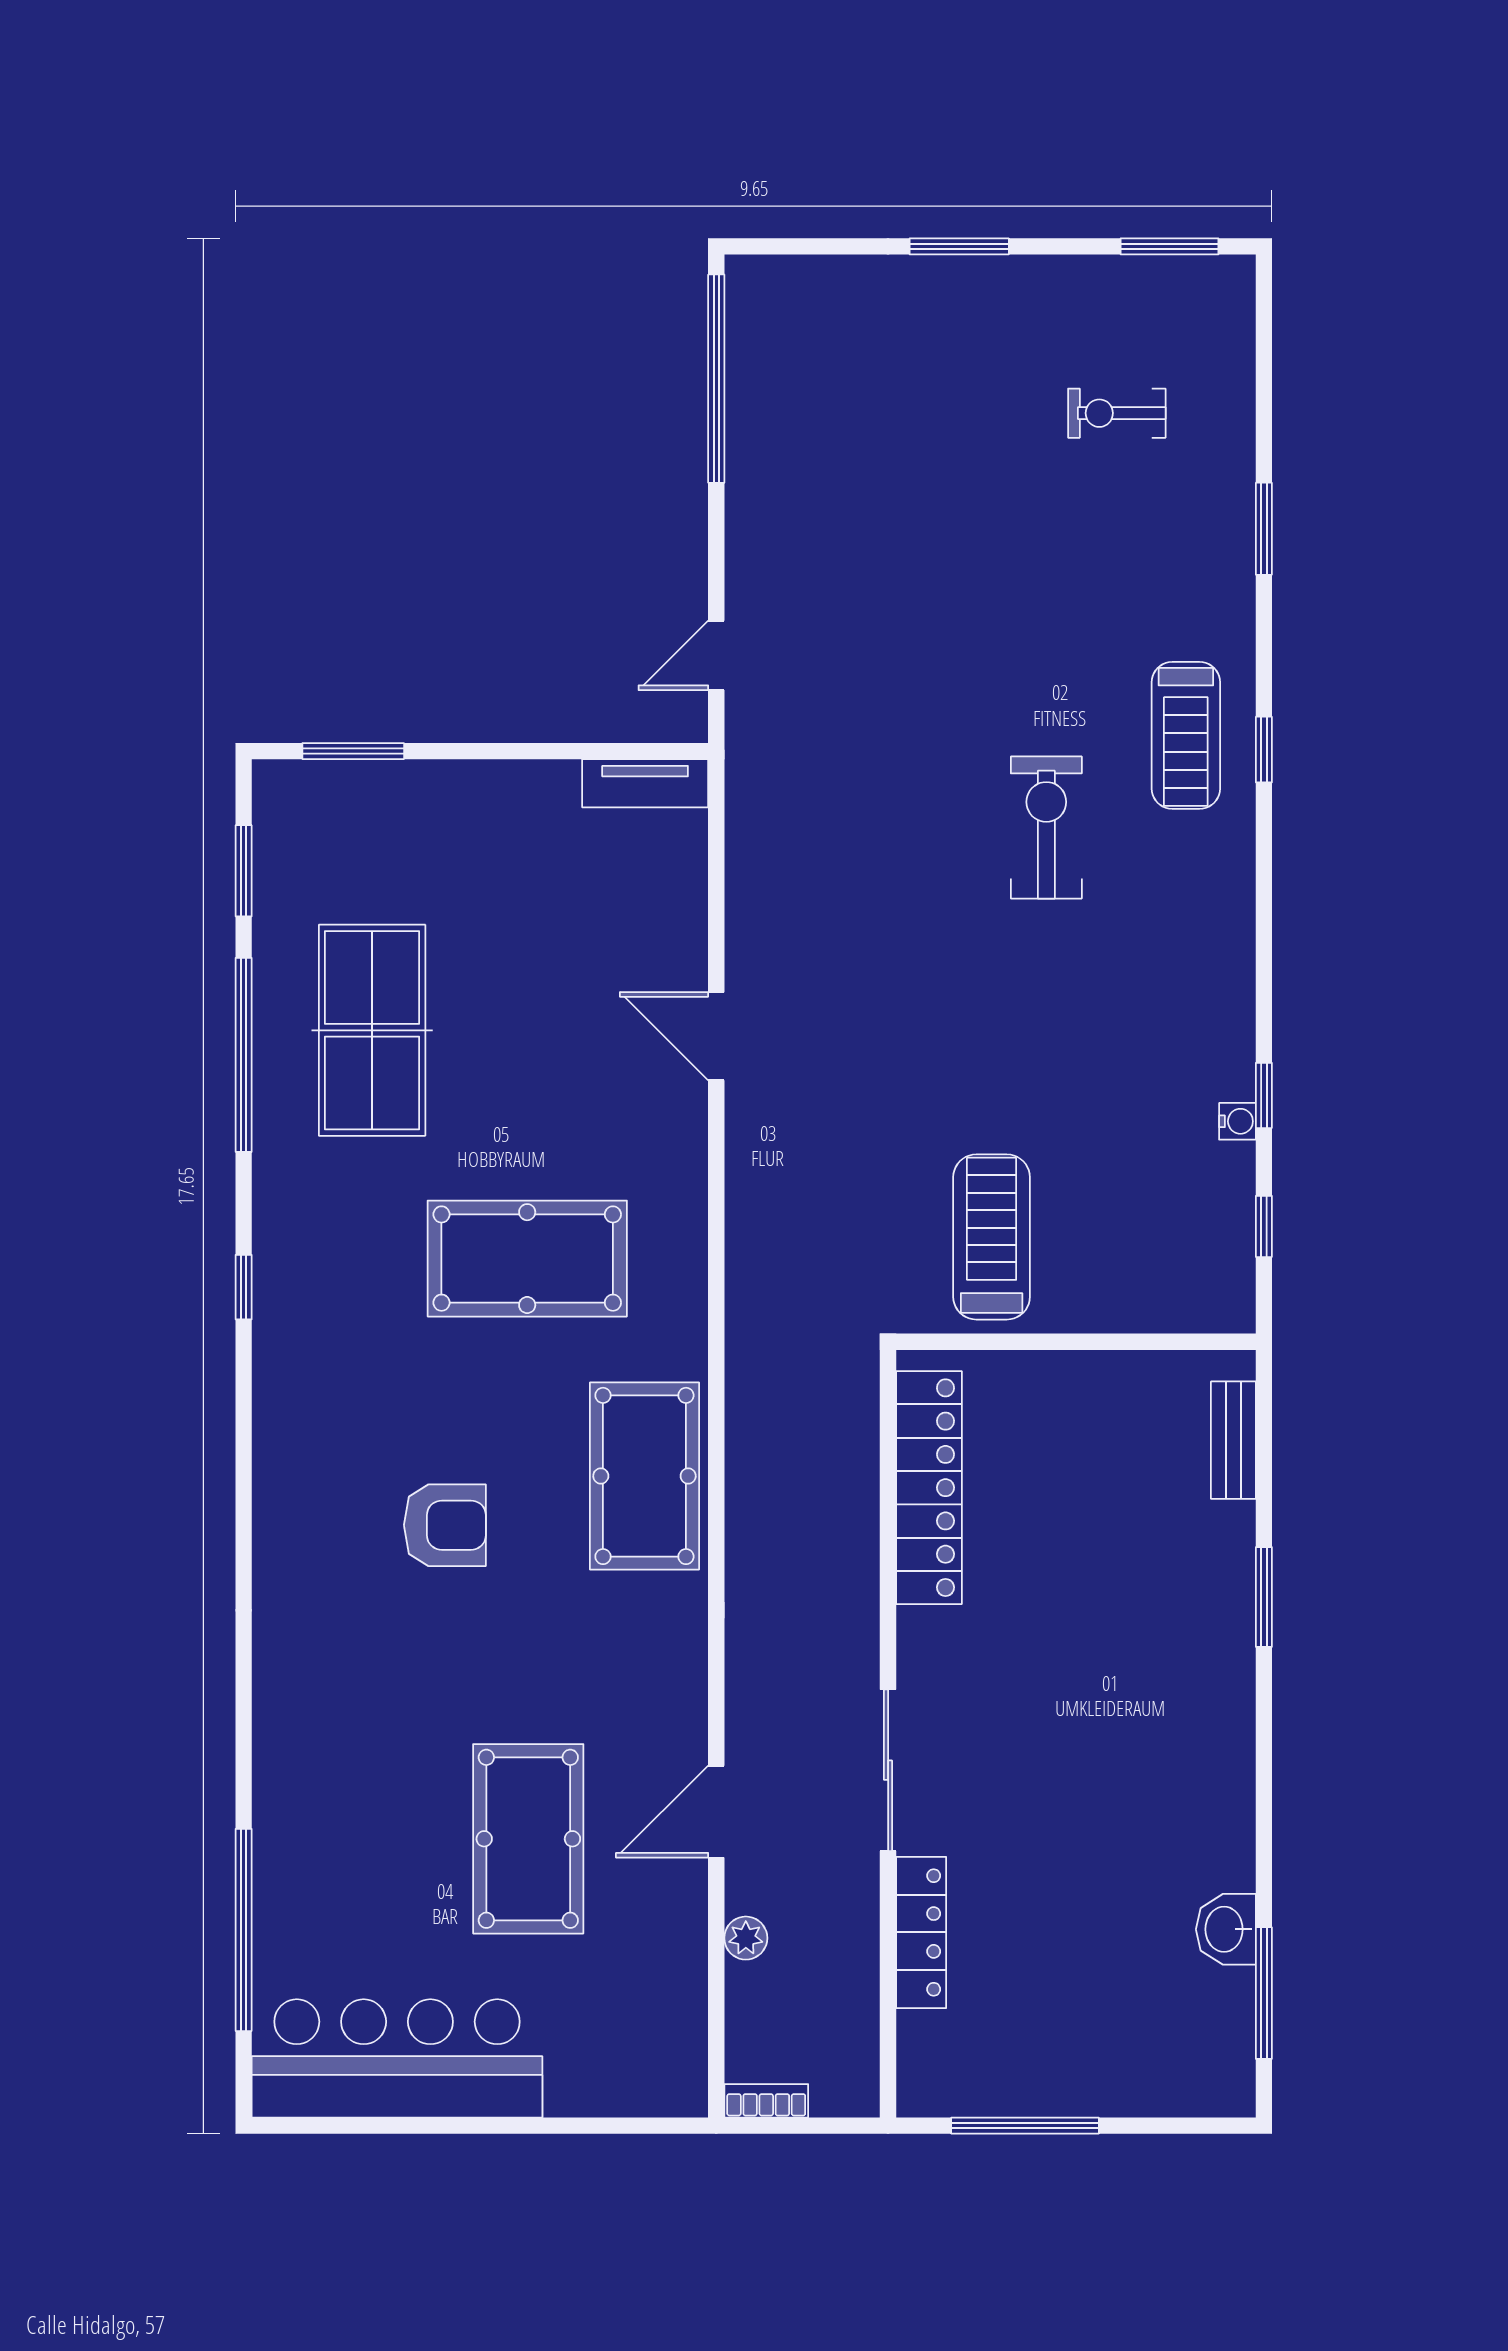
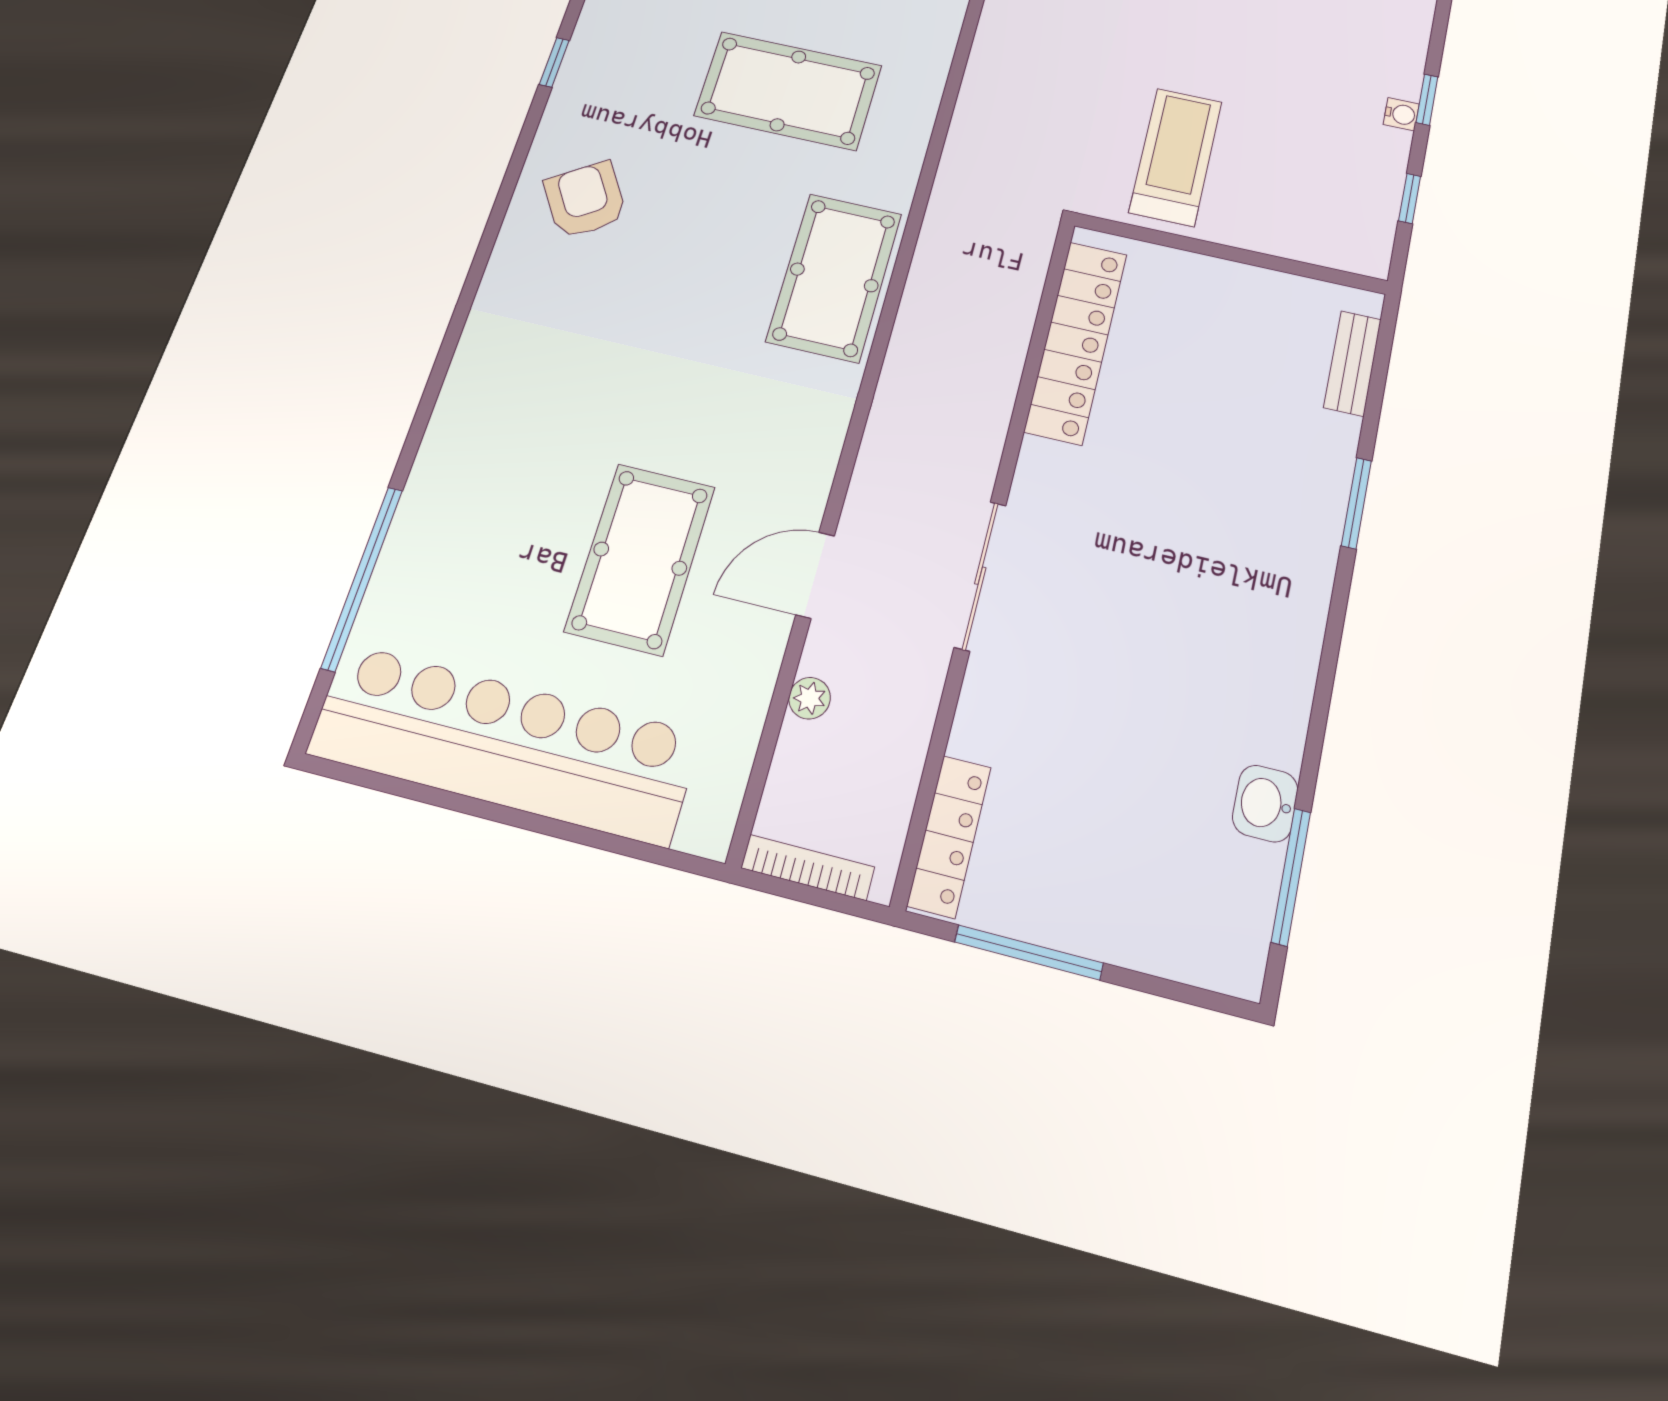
armchair: (445, 1525) -> (585, 200), moved, turned -123
locker: (921, 1932) -> (949, 836), moved
bar counter: (397, 2058) -> (504, 744), width x1.36
bookcase: (766, 2101) -> (808, 867), width x1.56

